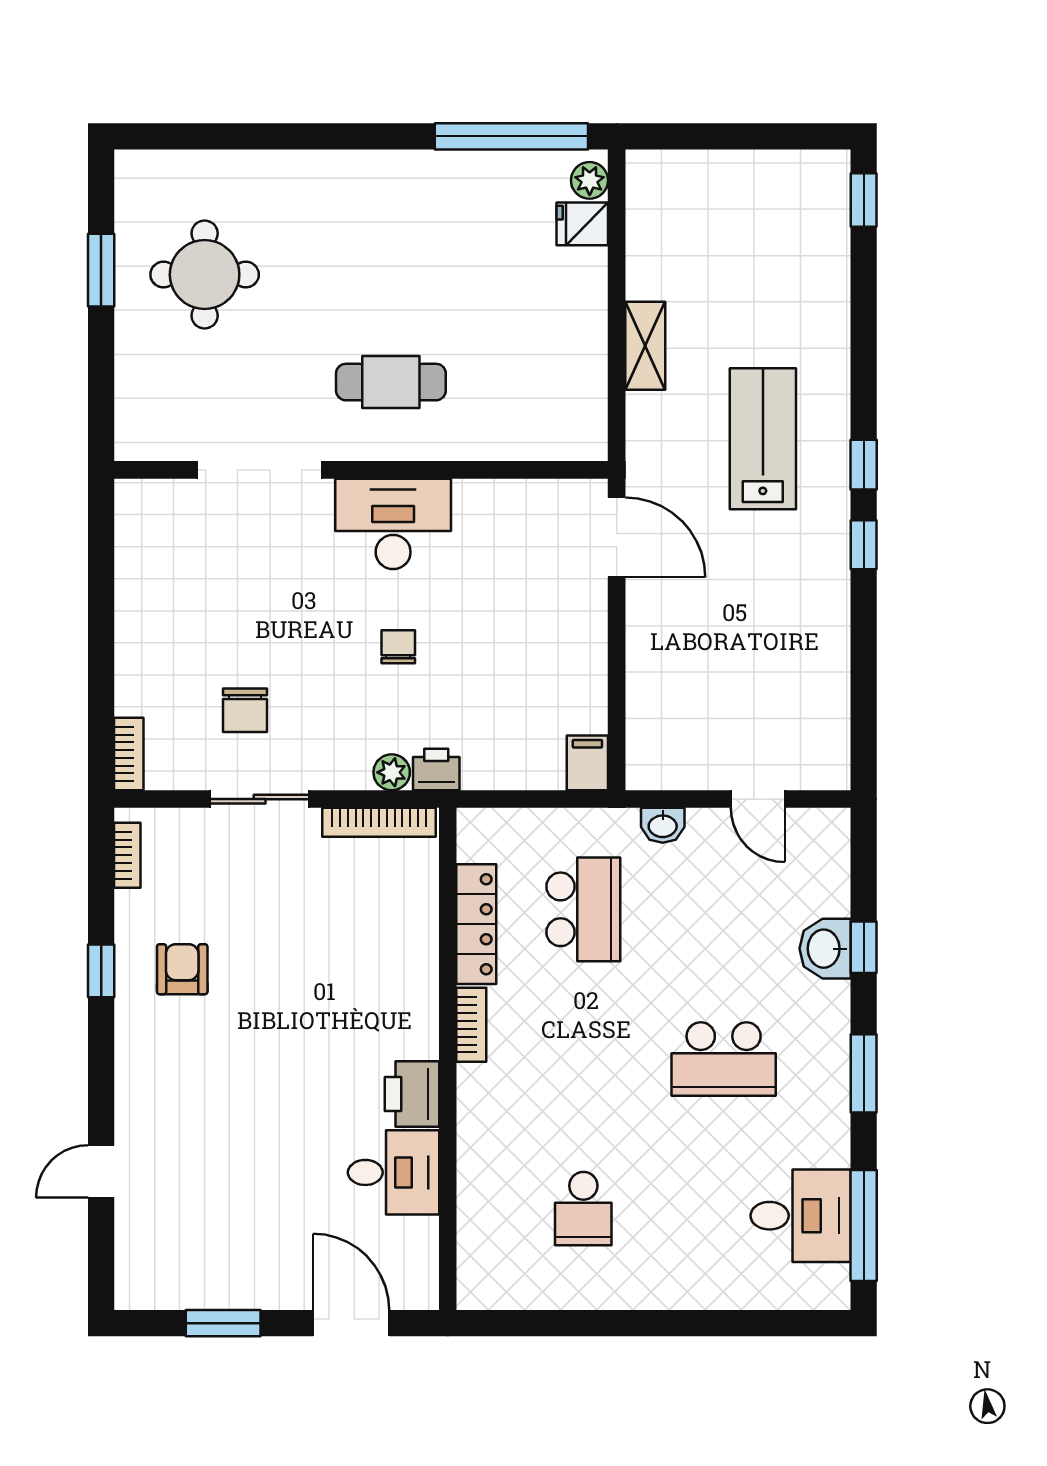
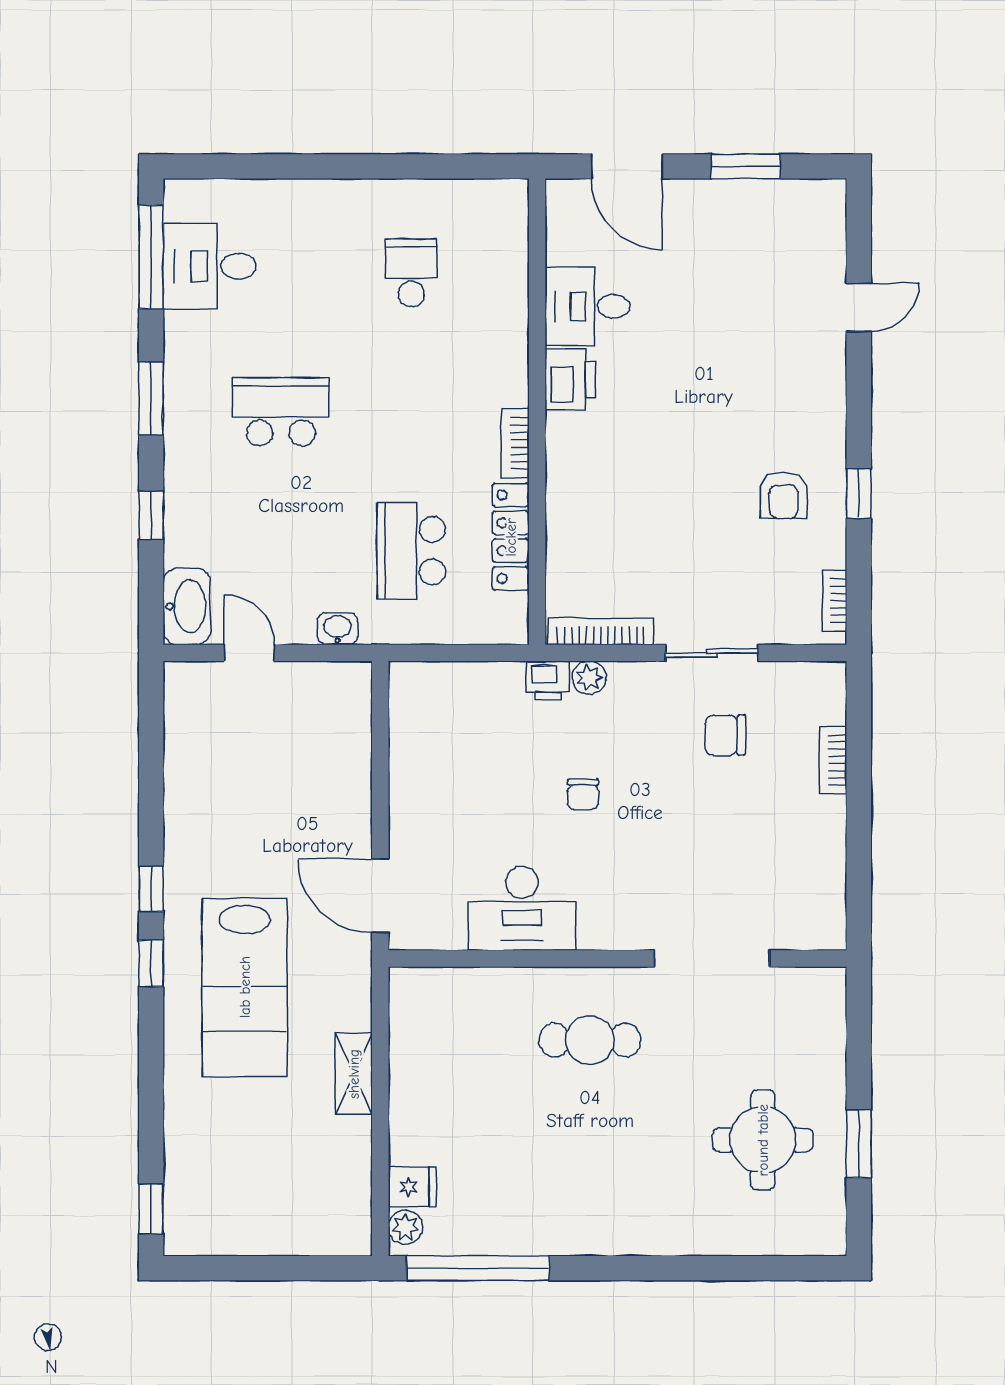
lab bench: (763, 439) -> (245, 987), width x1.36, depth x1.39
desk: (393, 524) -> (522, 908), moved
chair: (245, 710) -> (725, 735), turned -90
bookcase: (129, 754) -> (833, 760), moved
filing cabinet: (587, 763) -> (407, 686), removed
washbasin: (825, 949) -> (187, 606), moved, width x1.38

